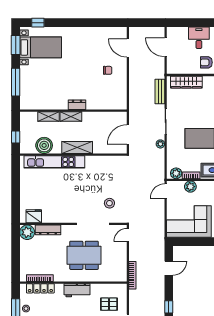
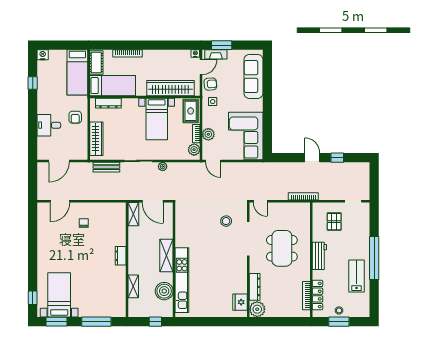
shelving: (71, 117) -> (133, 214), moved
door: (169, 268) -> (312, 158), moved

